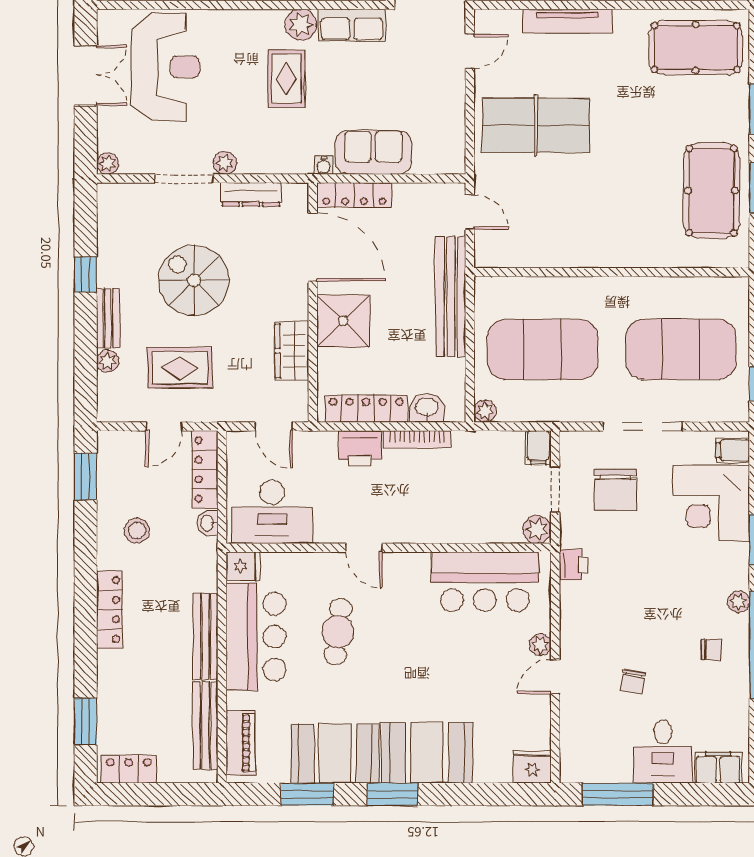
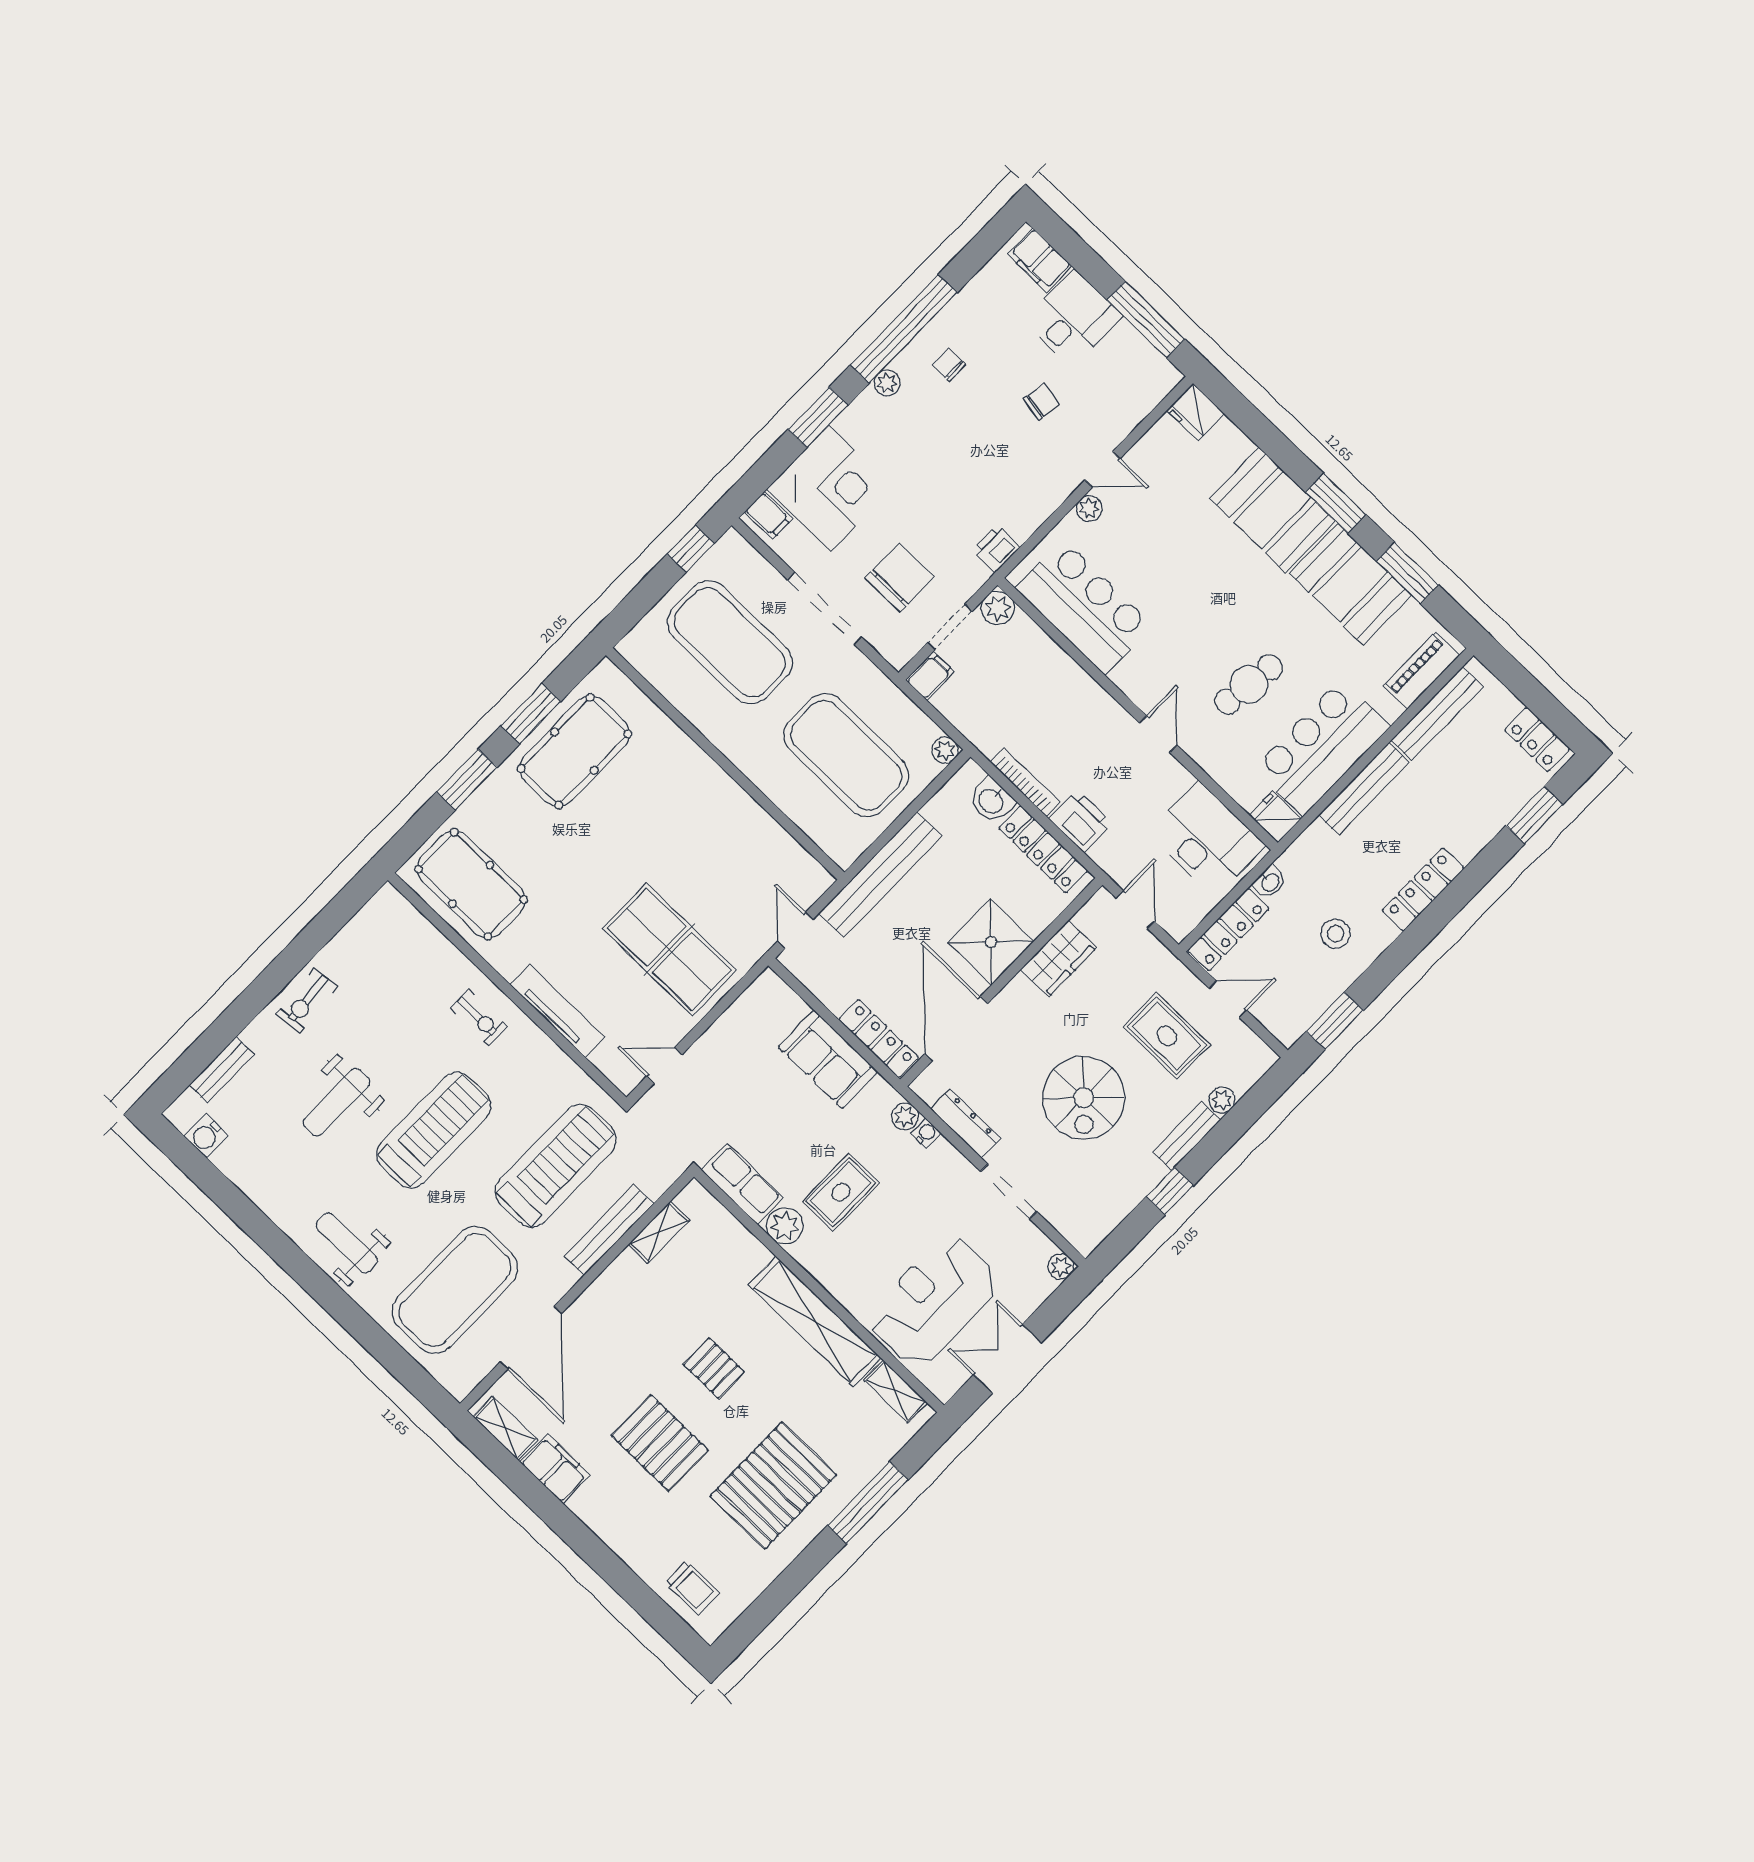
plant: (225, 163) -> (905, 1116), moved
water cooler: (324, 165) -> (926, 1133), moved

